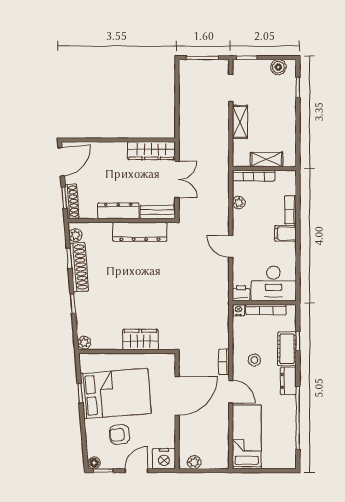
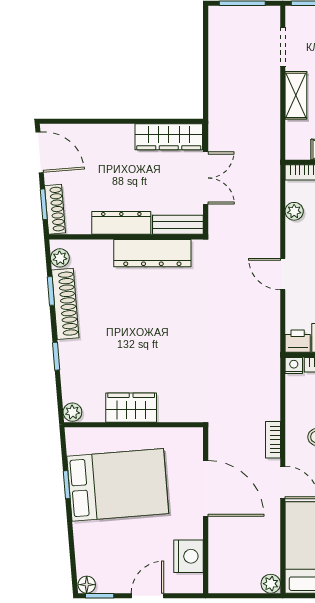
door: (61, 162) -> (40, 152), hinge flipped
wardrobe: (140, 340) -> (131, 408), moved
door: (177, 396) -> (206, 488), hinge flipped
armchair: (119, 434) -> (123, 544), removed
nightstand: (164, 459) -> (189, 556), moved, turned -90
plant: (194, 462) -> (271, 584), moved

